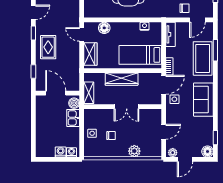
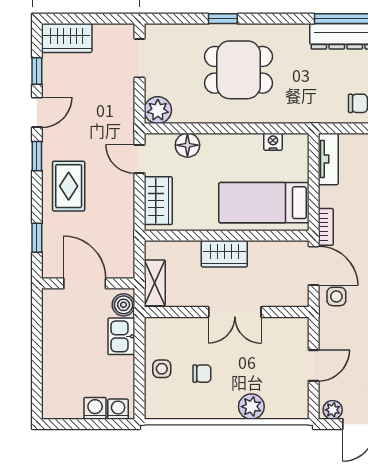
plant: (90, 11) -> (158, 110), added
wardrobe: (122, 79) -> (224, 254), width x0.67
door: (164, 85) -> (314, 266), hinge flipped

